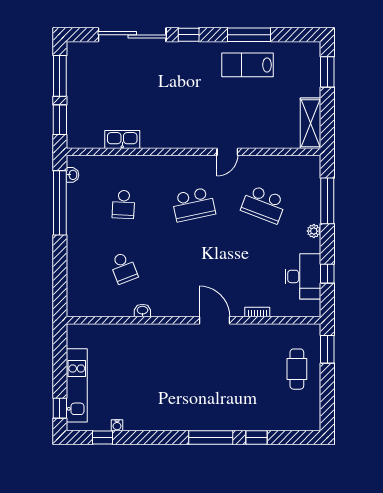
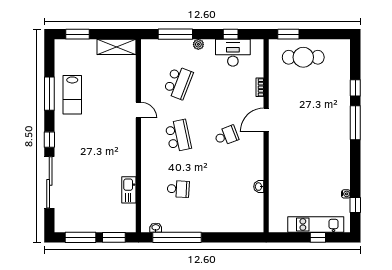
school desk: (123, 268) -> (226, 136), moved
washbasin: (142, 311) -> (259, 187), moved
cafe table: (297, 369) -> (303, 57), width x1.37, depth x1.35
window: (60, 408) -> (318, 237), moved

